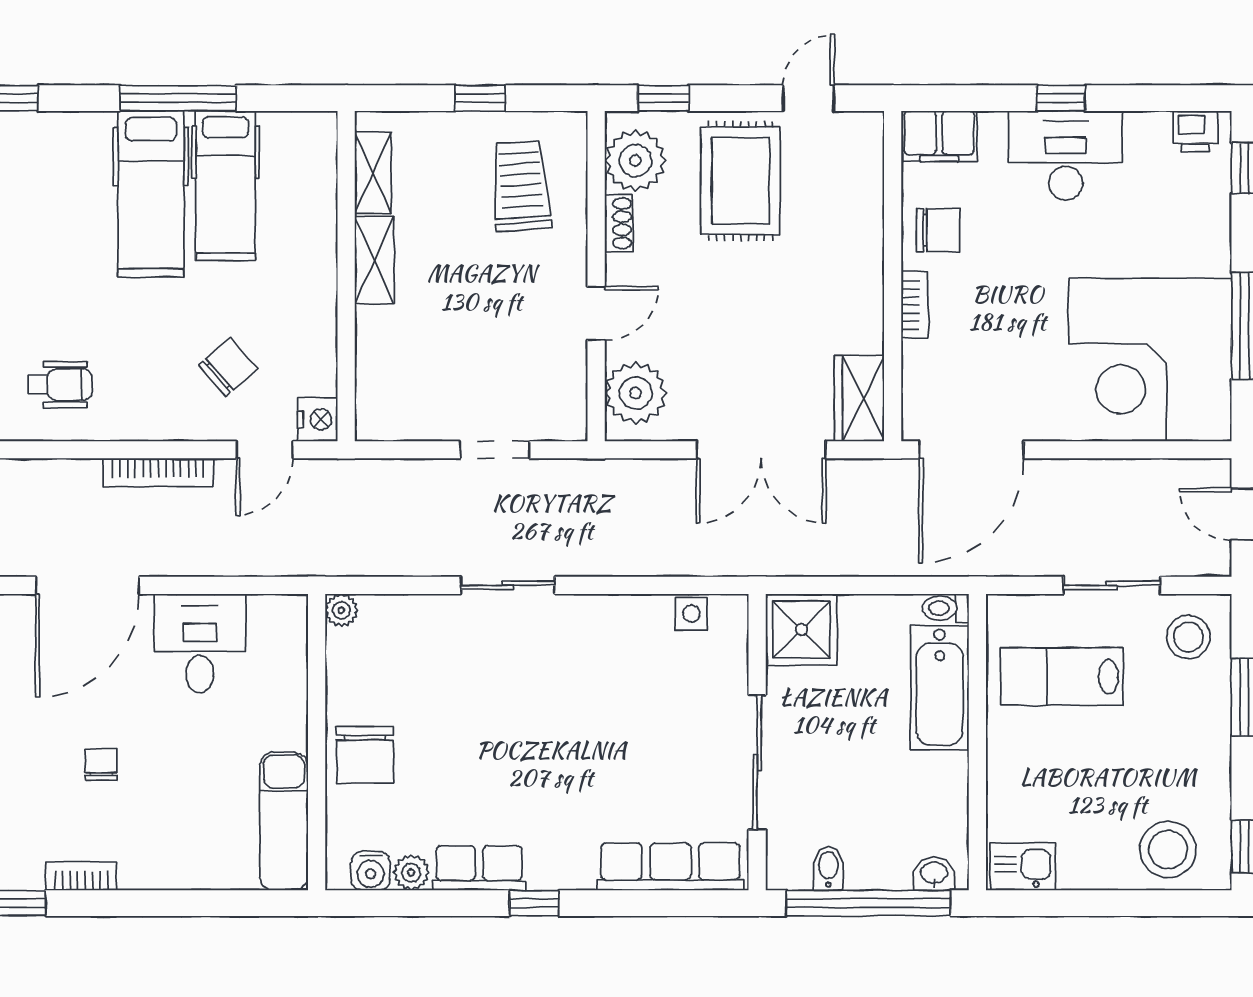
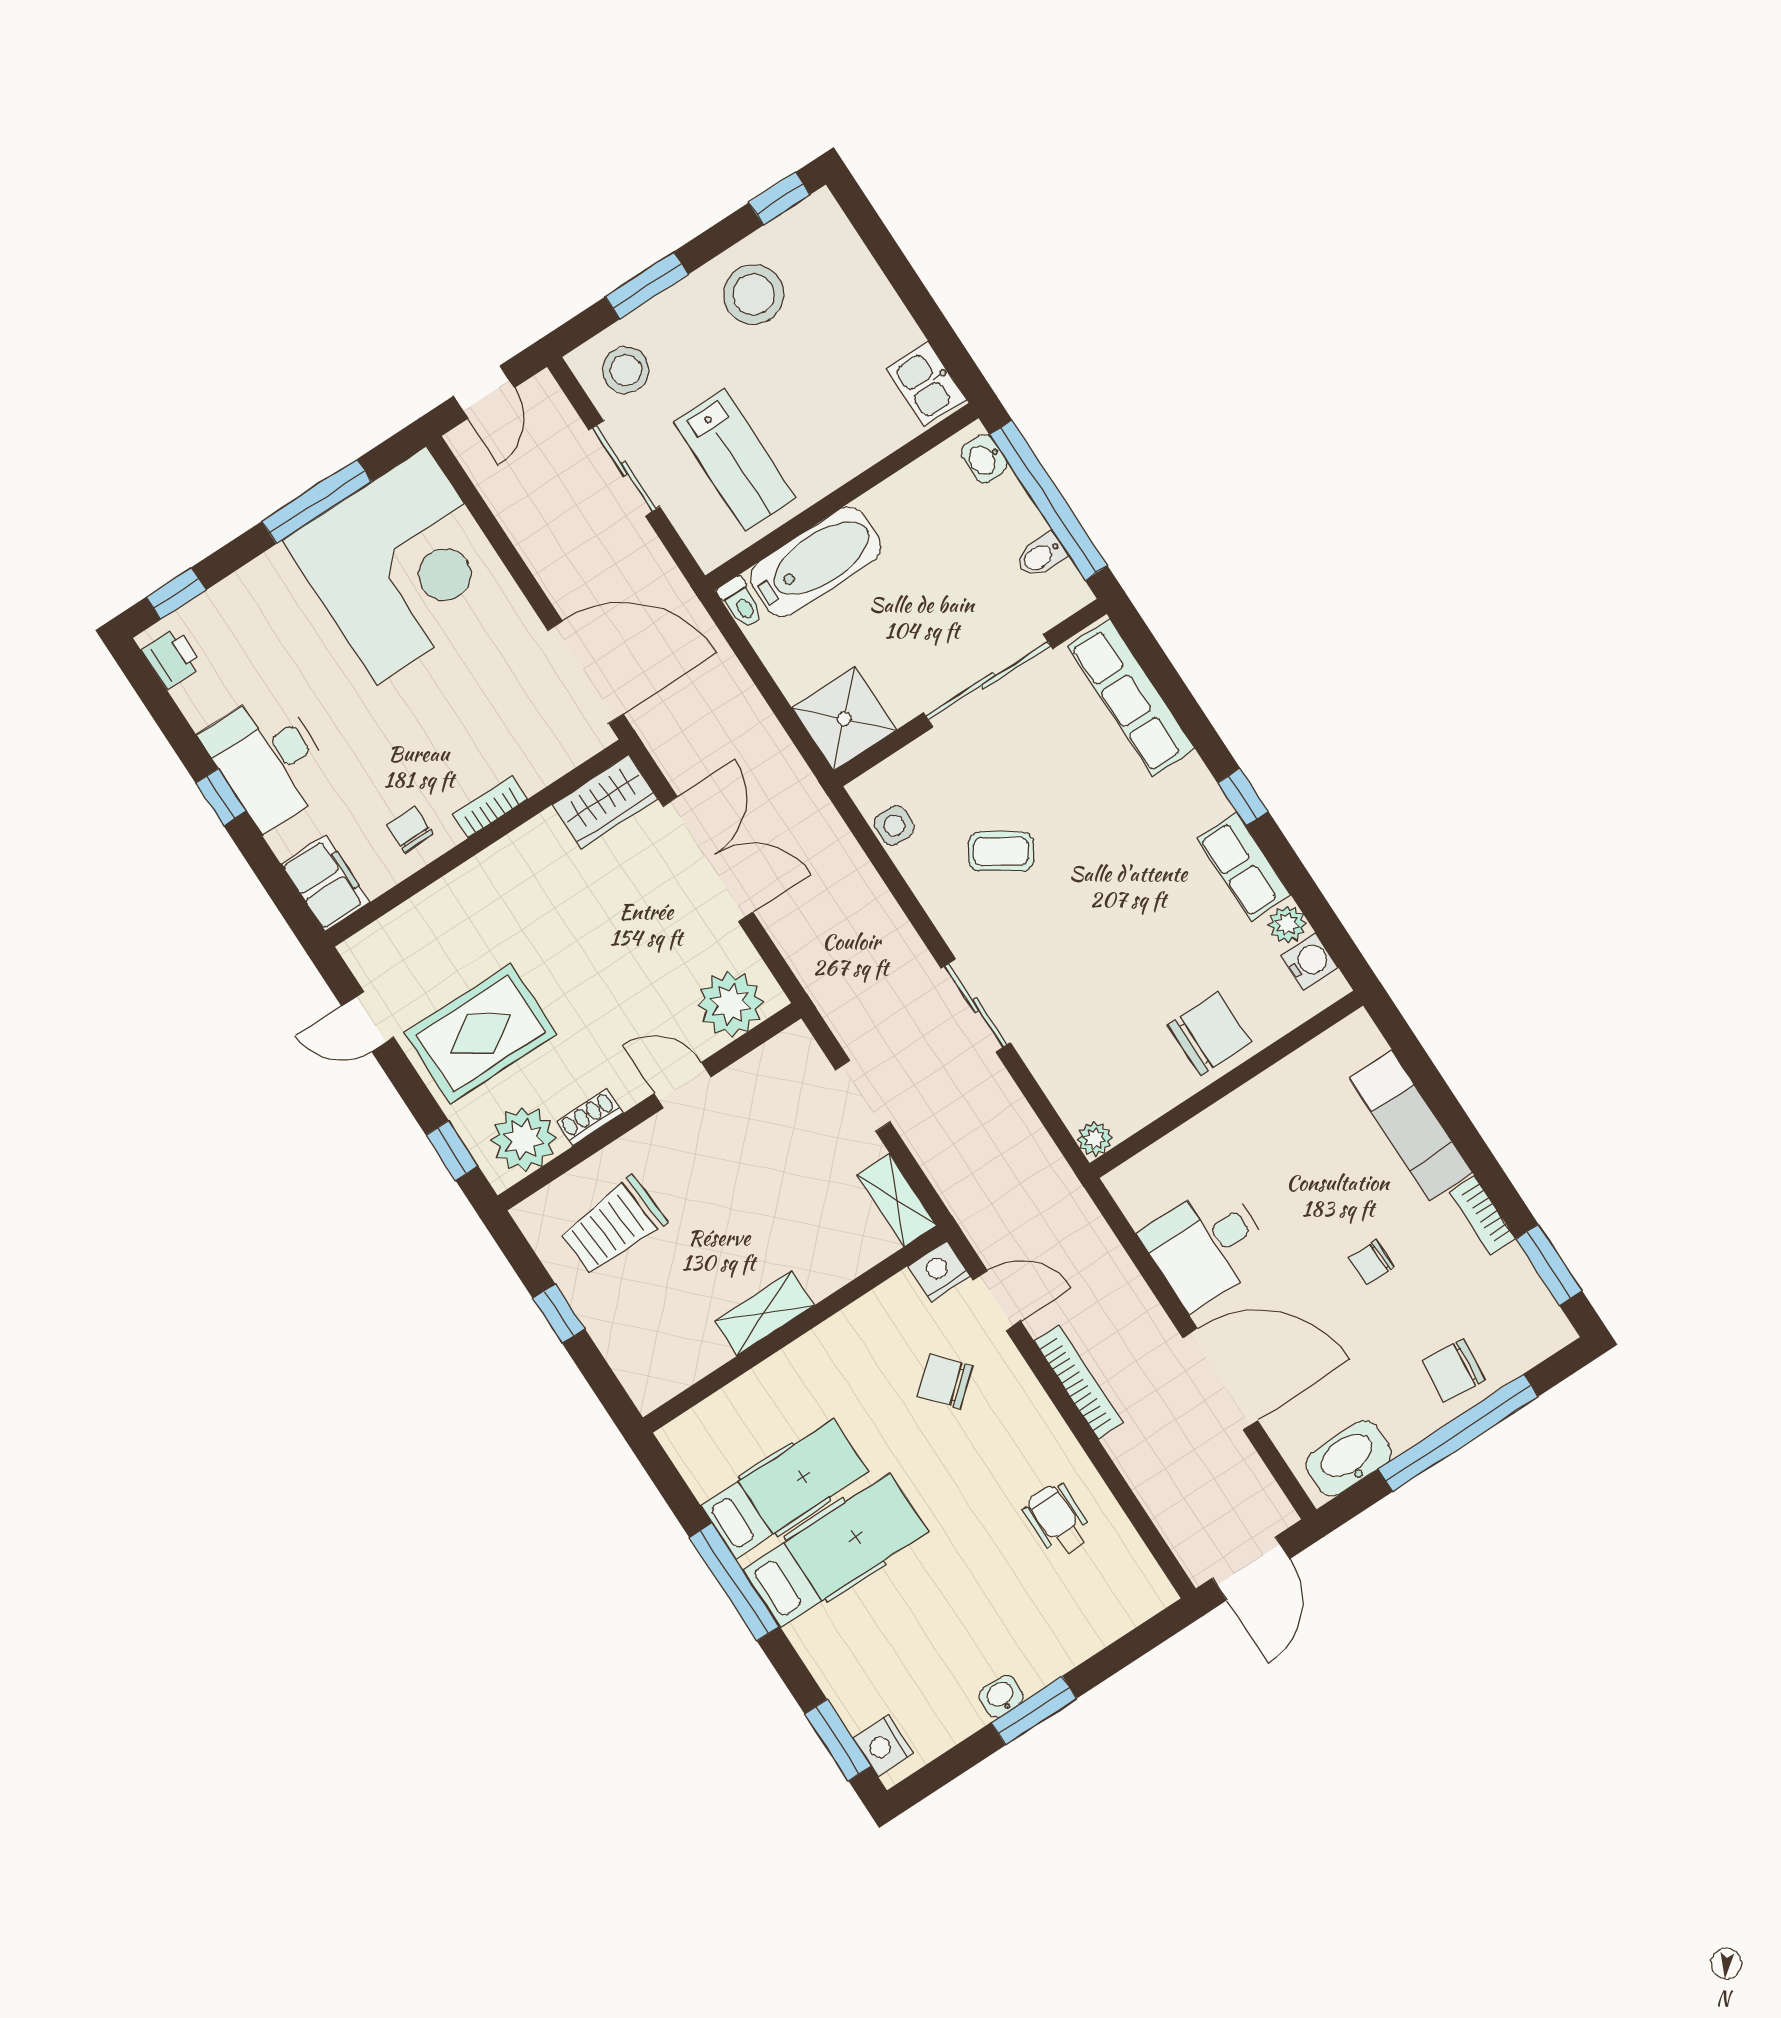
shelving: (373, 173) -> (897, 1200), moved, turned 90
chair: (938, 230) -> (410, 829), width x0.73, depth x0.73
coffee table: (616, 684) -> (1001, 851), added
exam couch: (284, 821) -> (1411, 1125), moved, turned 90
stool: (1168, 850) -> (754, 294), moved

